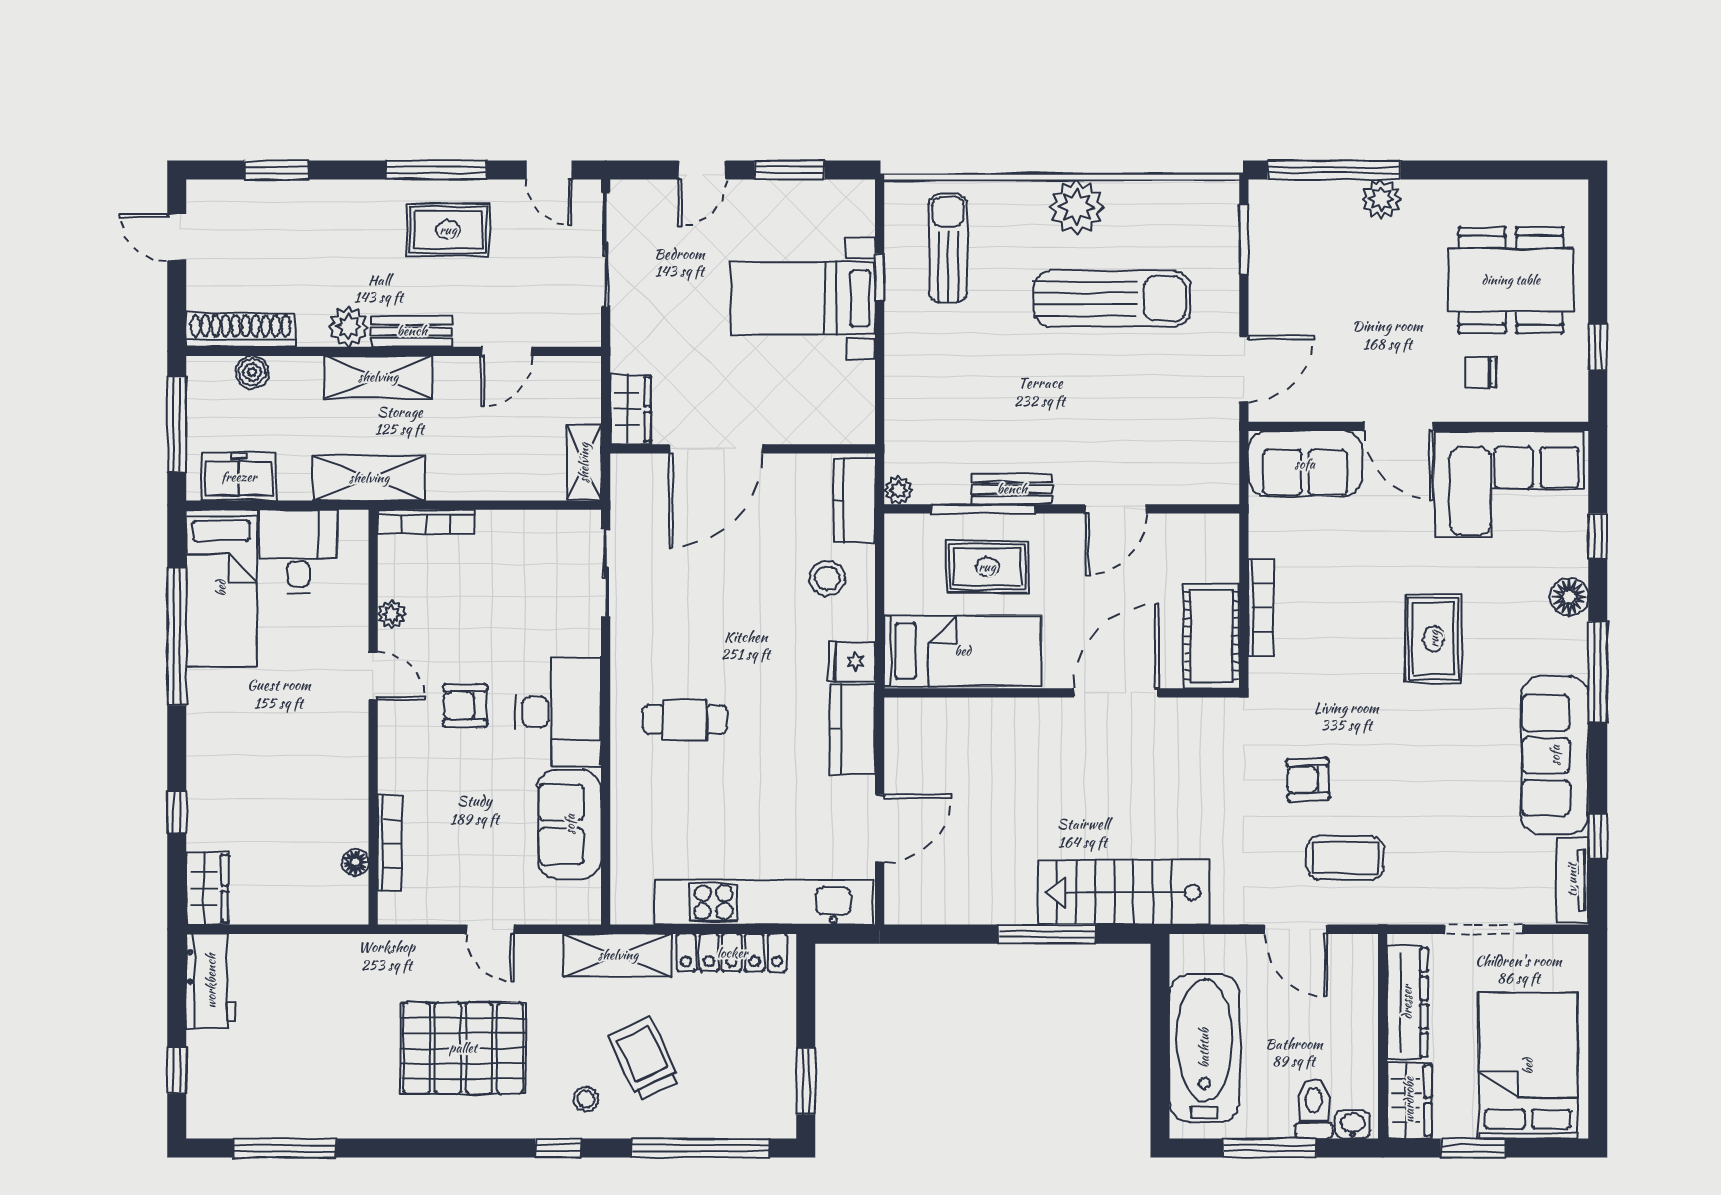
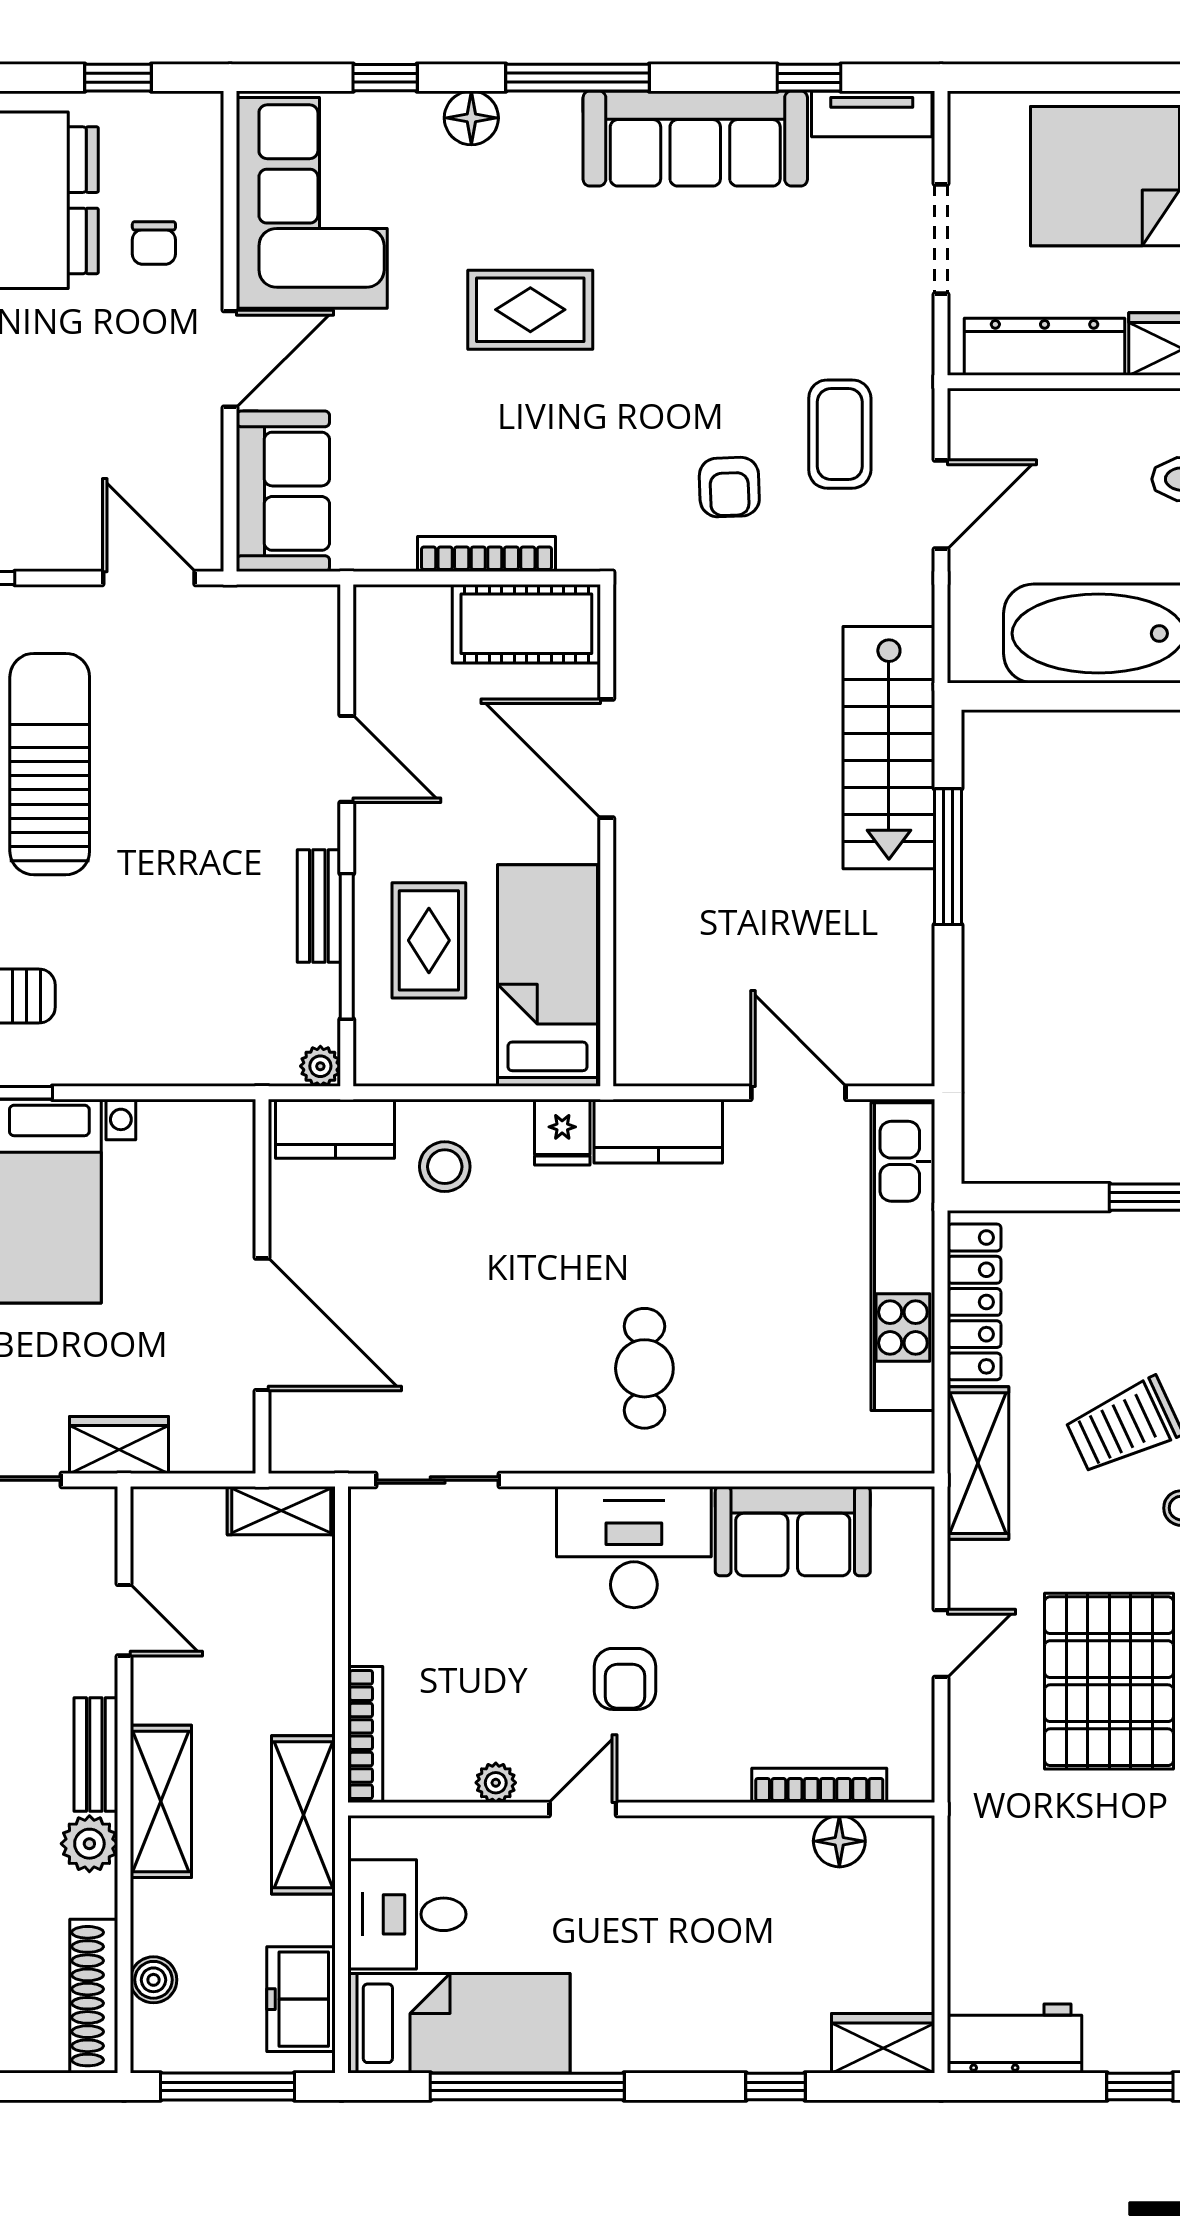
wardrobe: (630, 409) -> (119, 1445), moved
floor lamp: (355, 862) -> (839, 1841), width x1.37, depth x1.37

